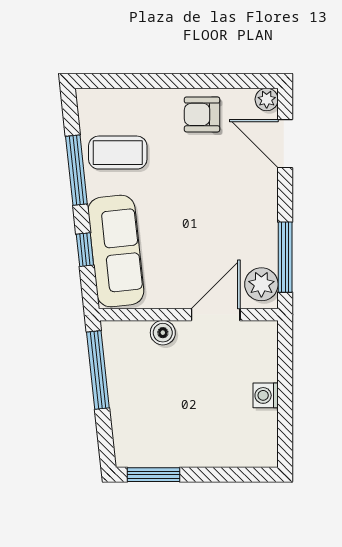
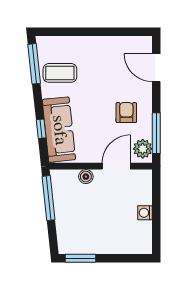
plant: (267, 99) -> (146, 42), removed
armchair: (202, 114) -> (126, 113), moved, turned 90
window: (76, 170) -> (34, 64), moved

